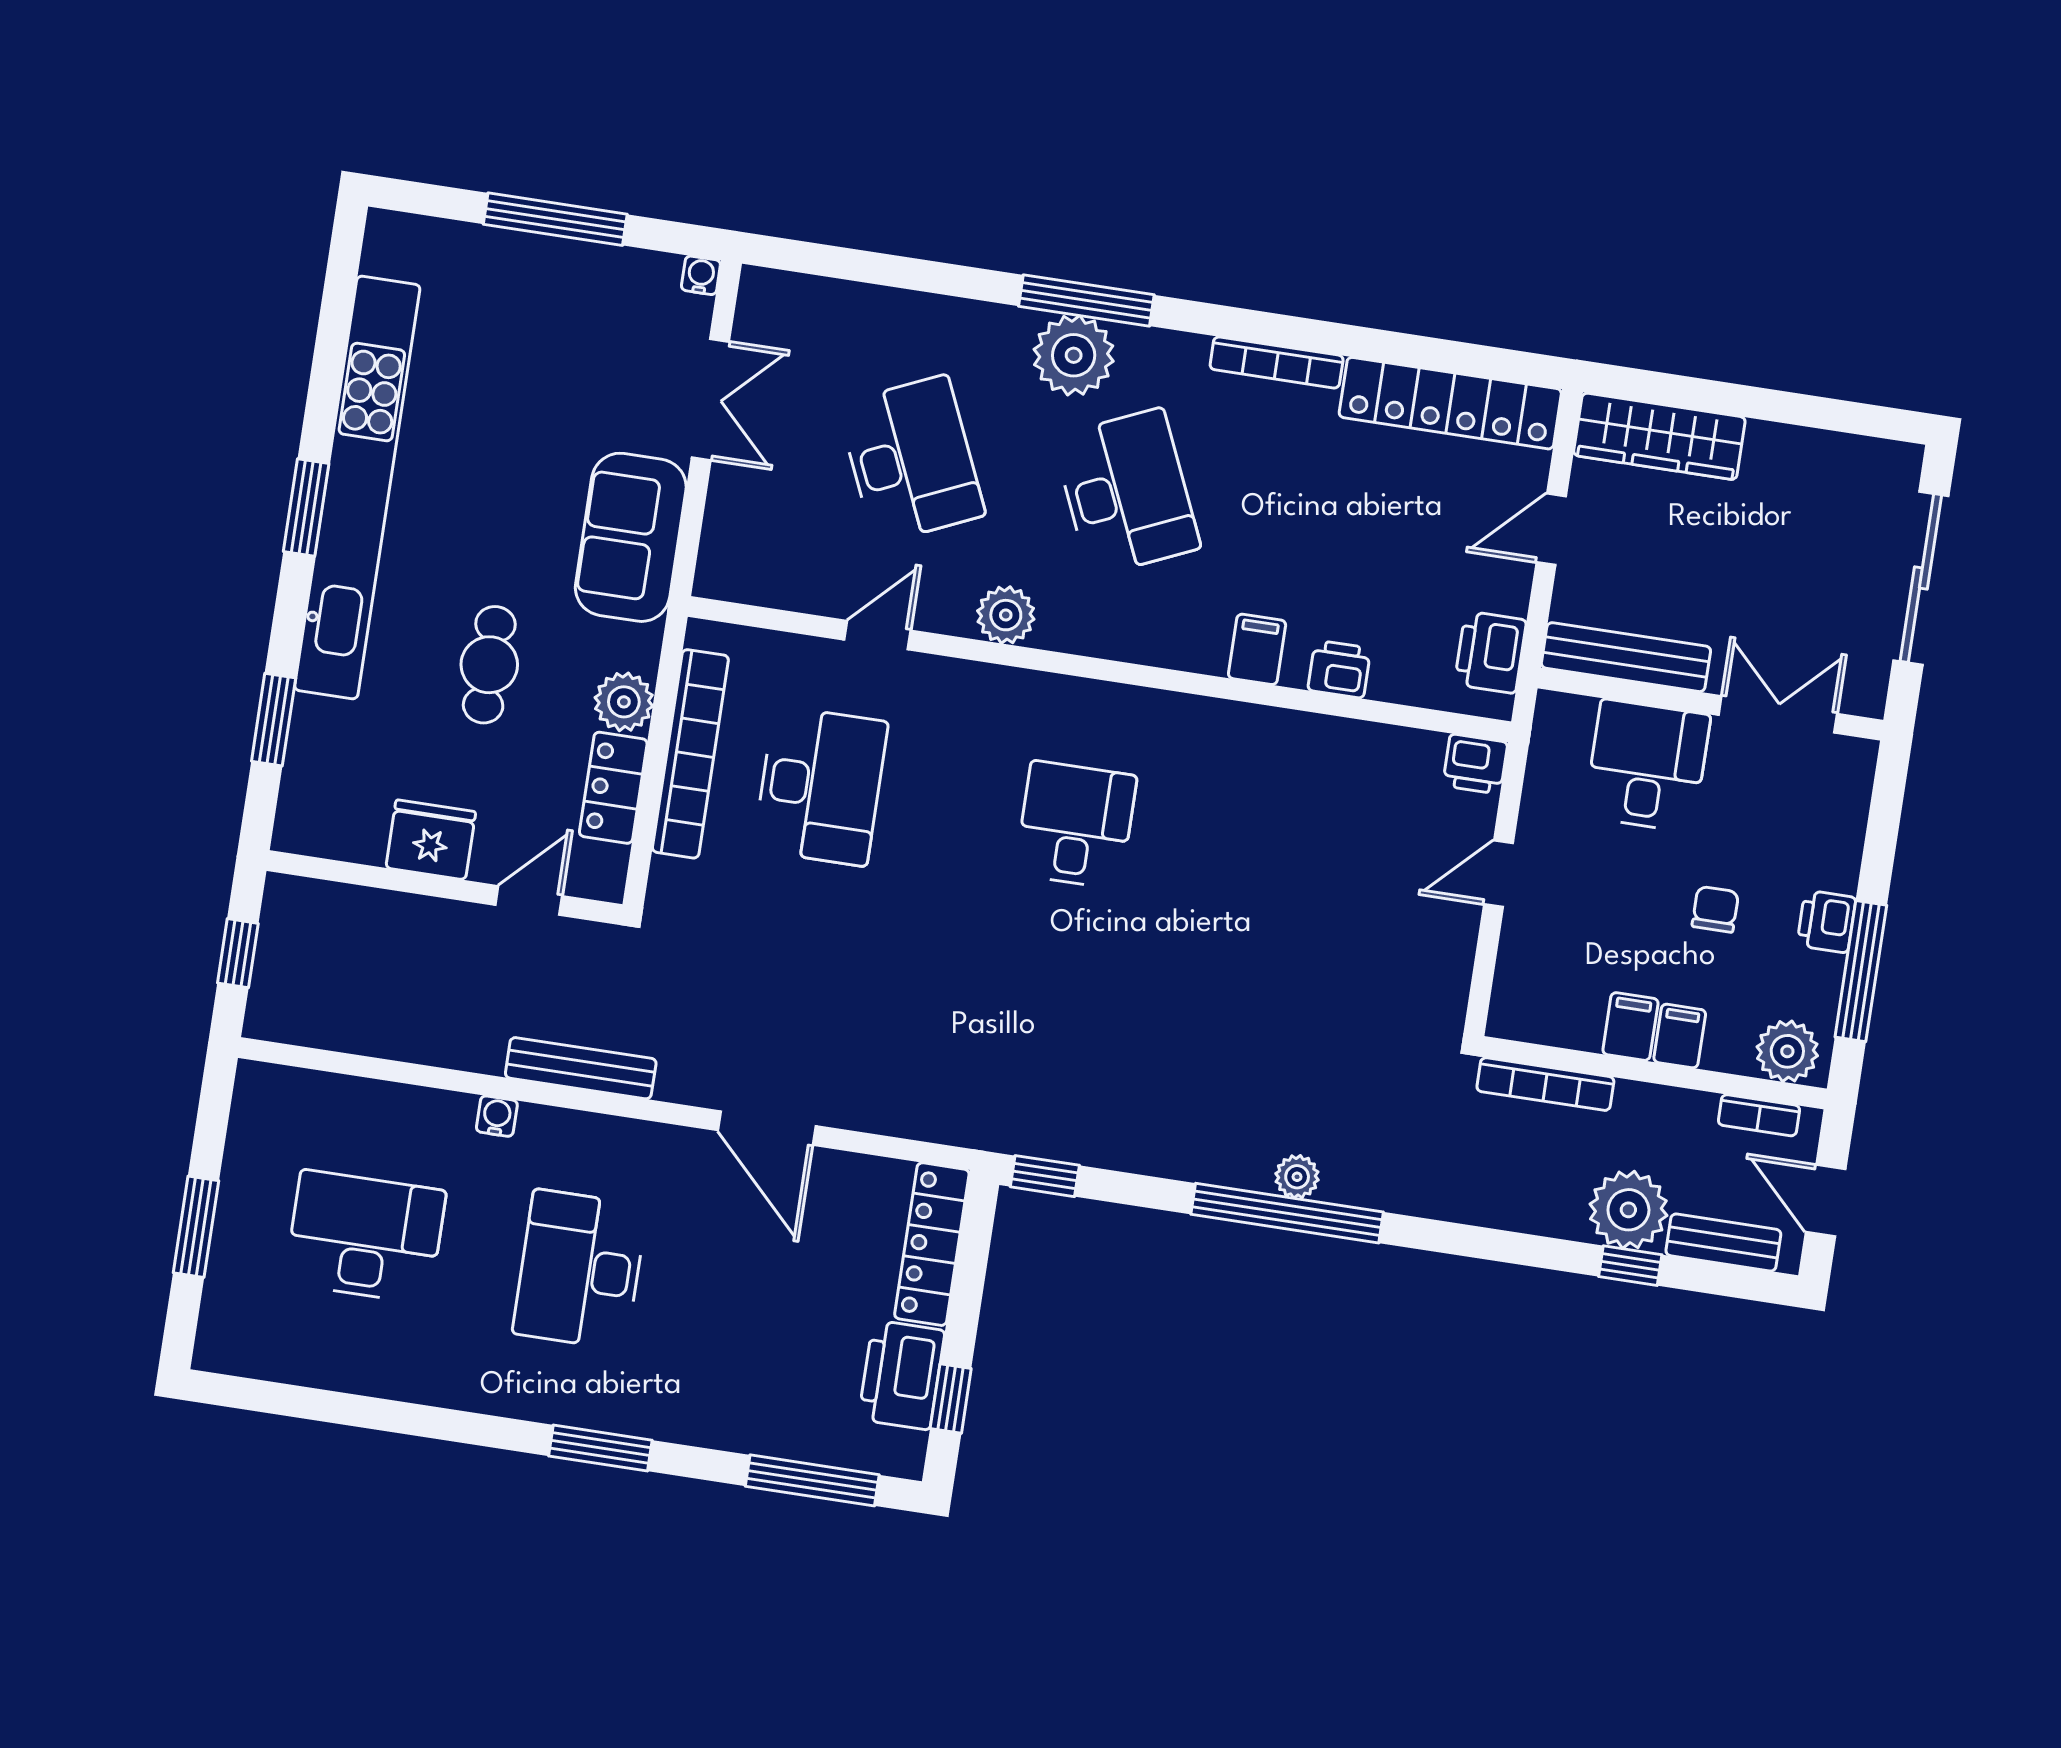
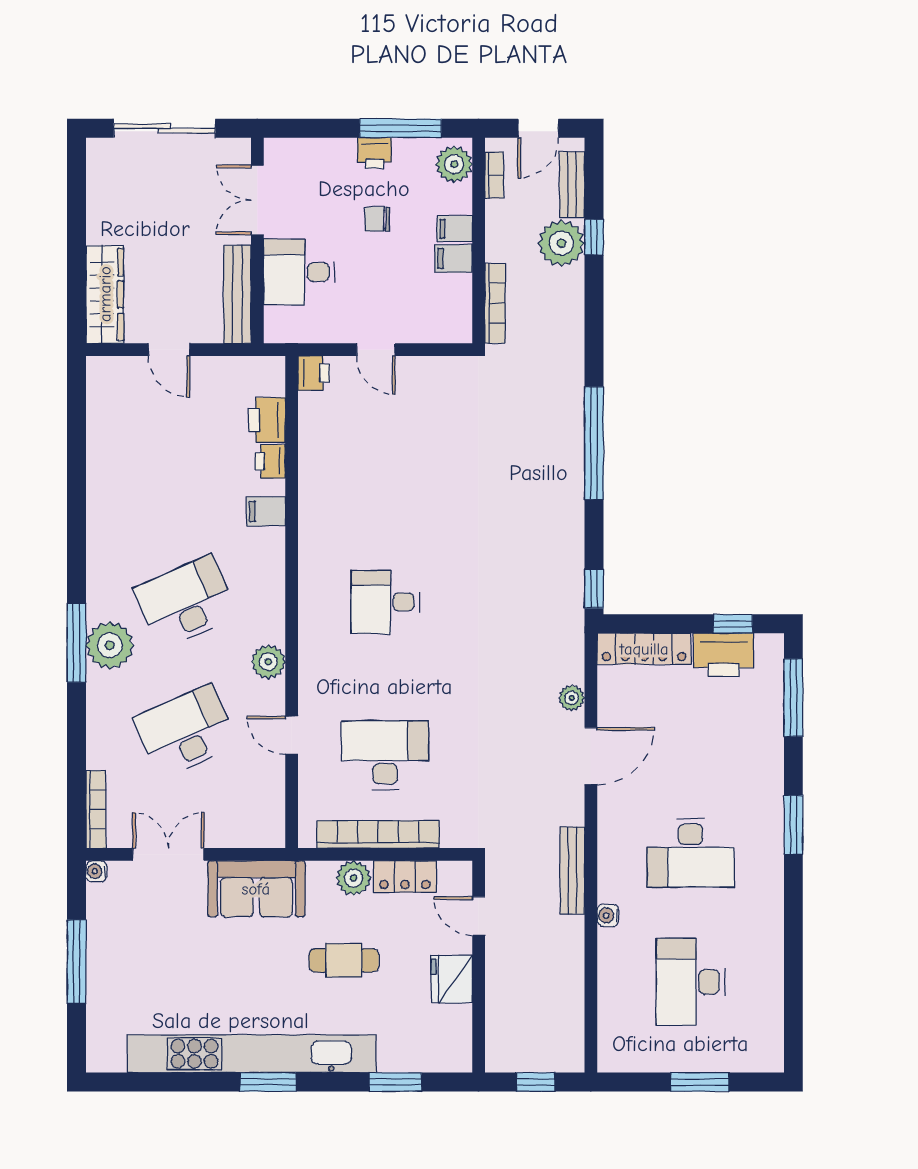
bookcase: (1277, 362) -> (96, 809), moved
locker: (1450, 403) -> (104, 420), removed
printer: (1490, 652) -> (267, 420), moved, turned 90
plant: (1297, 1177) -> (572, 698), moved

